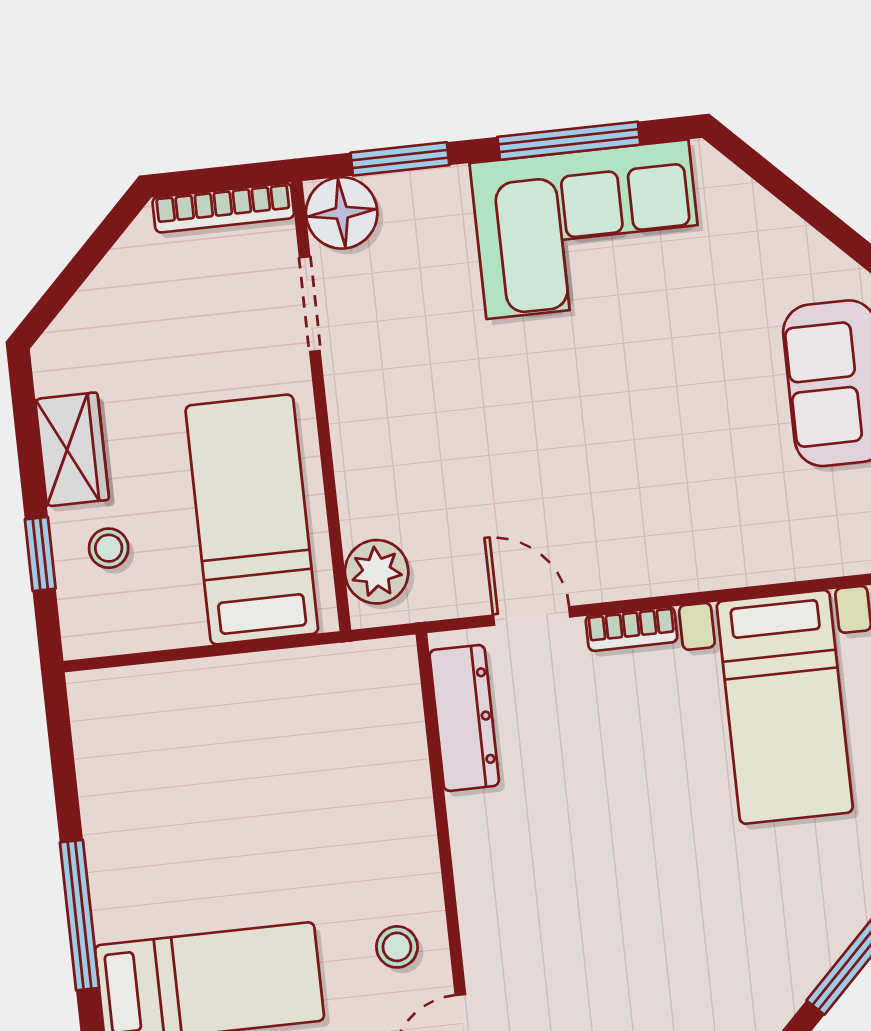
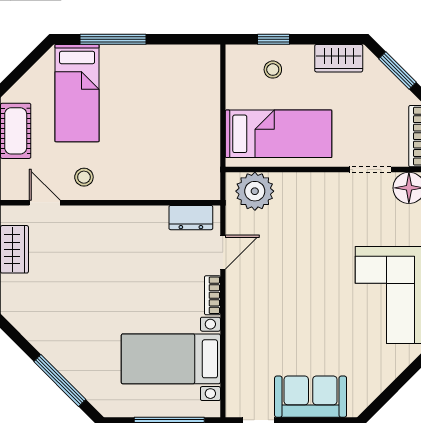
window: (80, 267) -> (398, 71), added
wardrobe: (72, 449) -> (339, 58), moved
plant: (377, 572) -> (255, 191), width x1.36, depth x1.36
dresser: (464, 718) -> (191, 218), width x0.70

